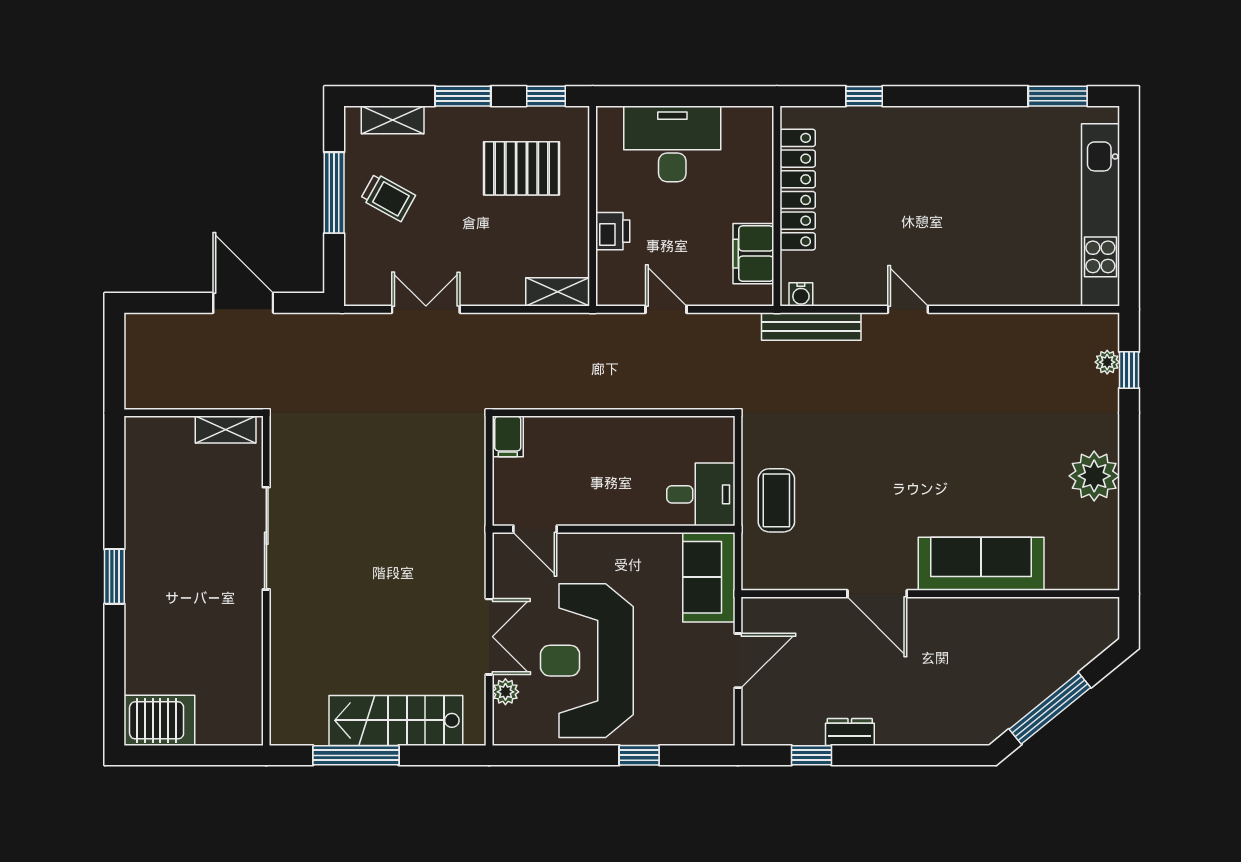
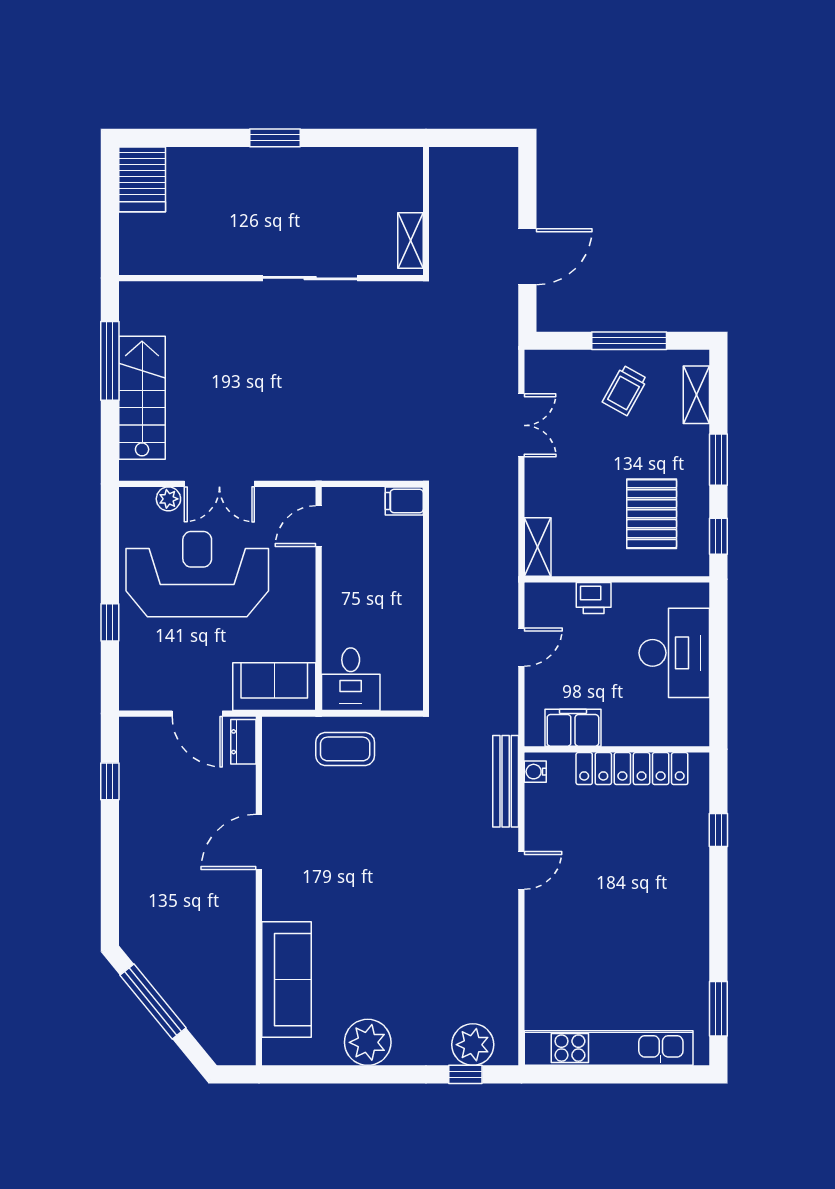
plant: (1107, 362) -> (473, 1045), width x1.87, depth x1.87
sofa: (981, 564) -> (287, 980), moved
dresser: (850, 732) -> (243, 742), moved, turned 180

